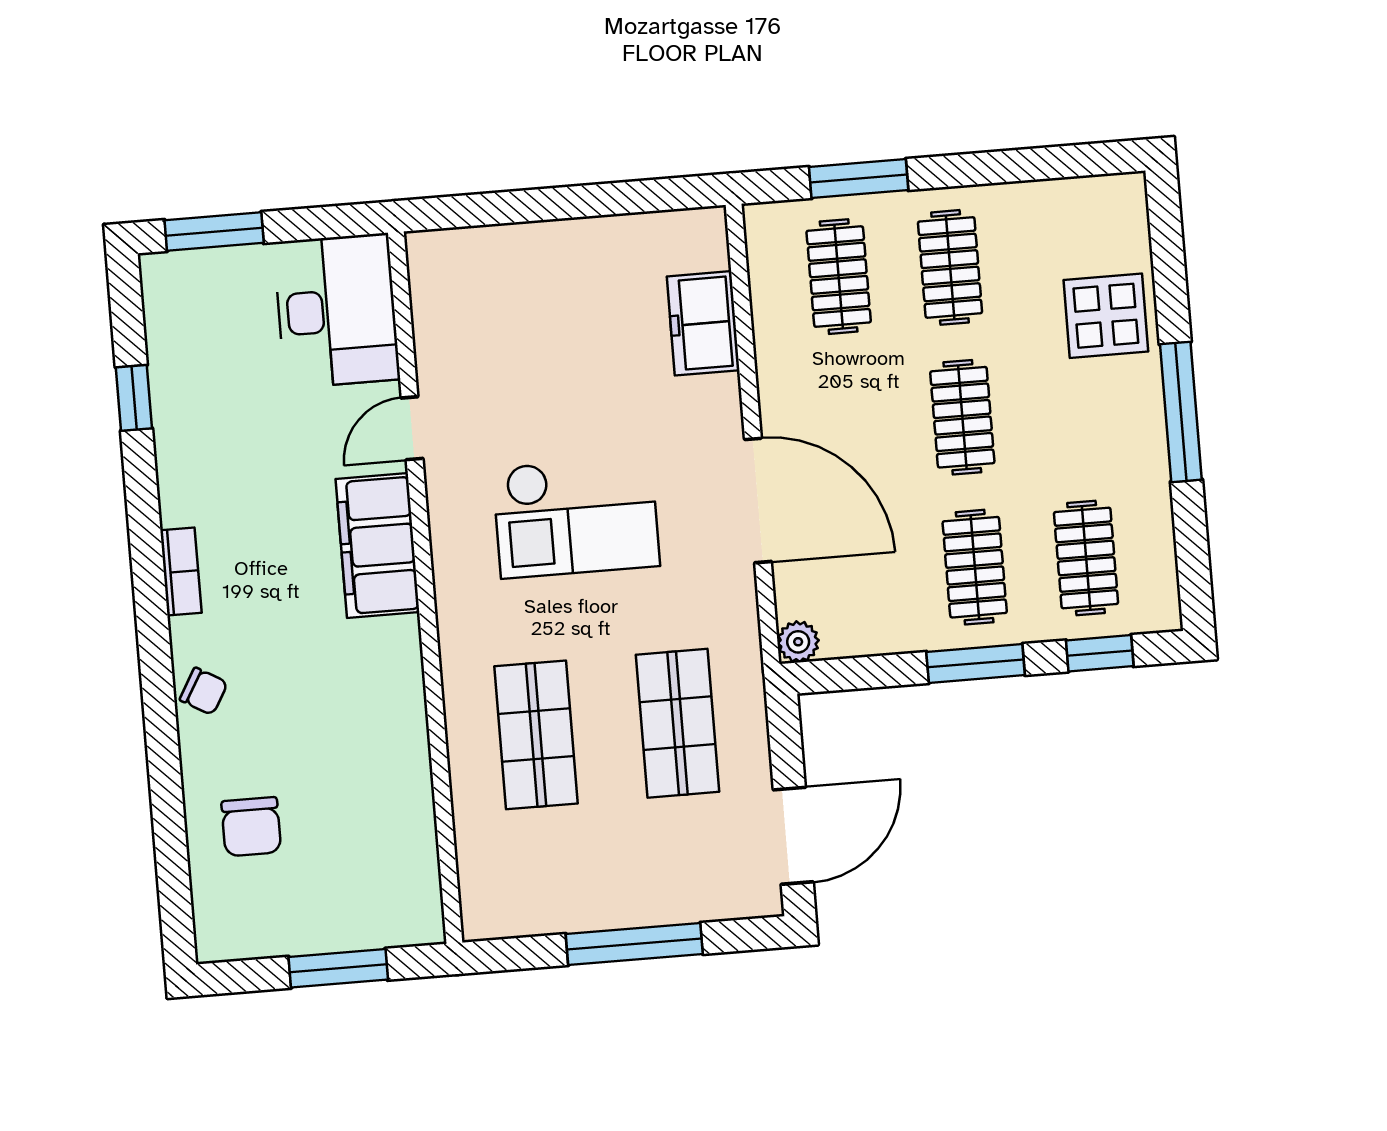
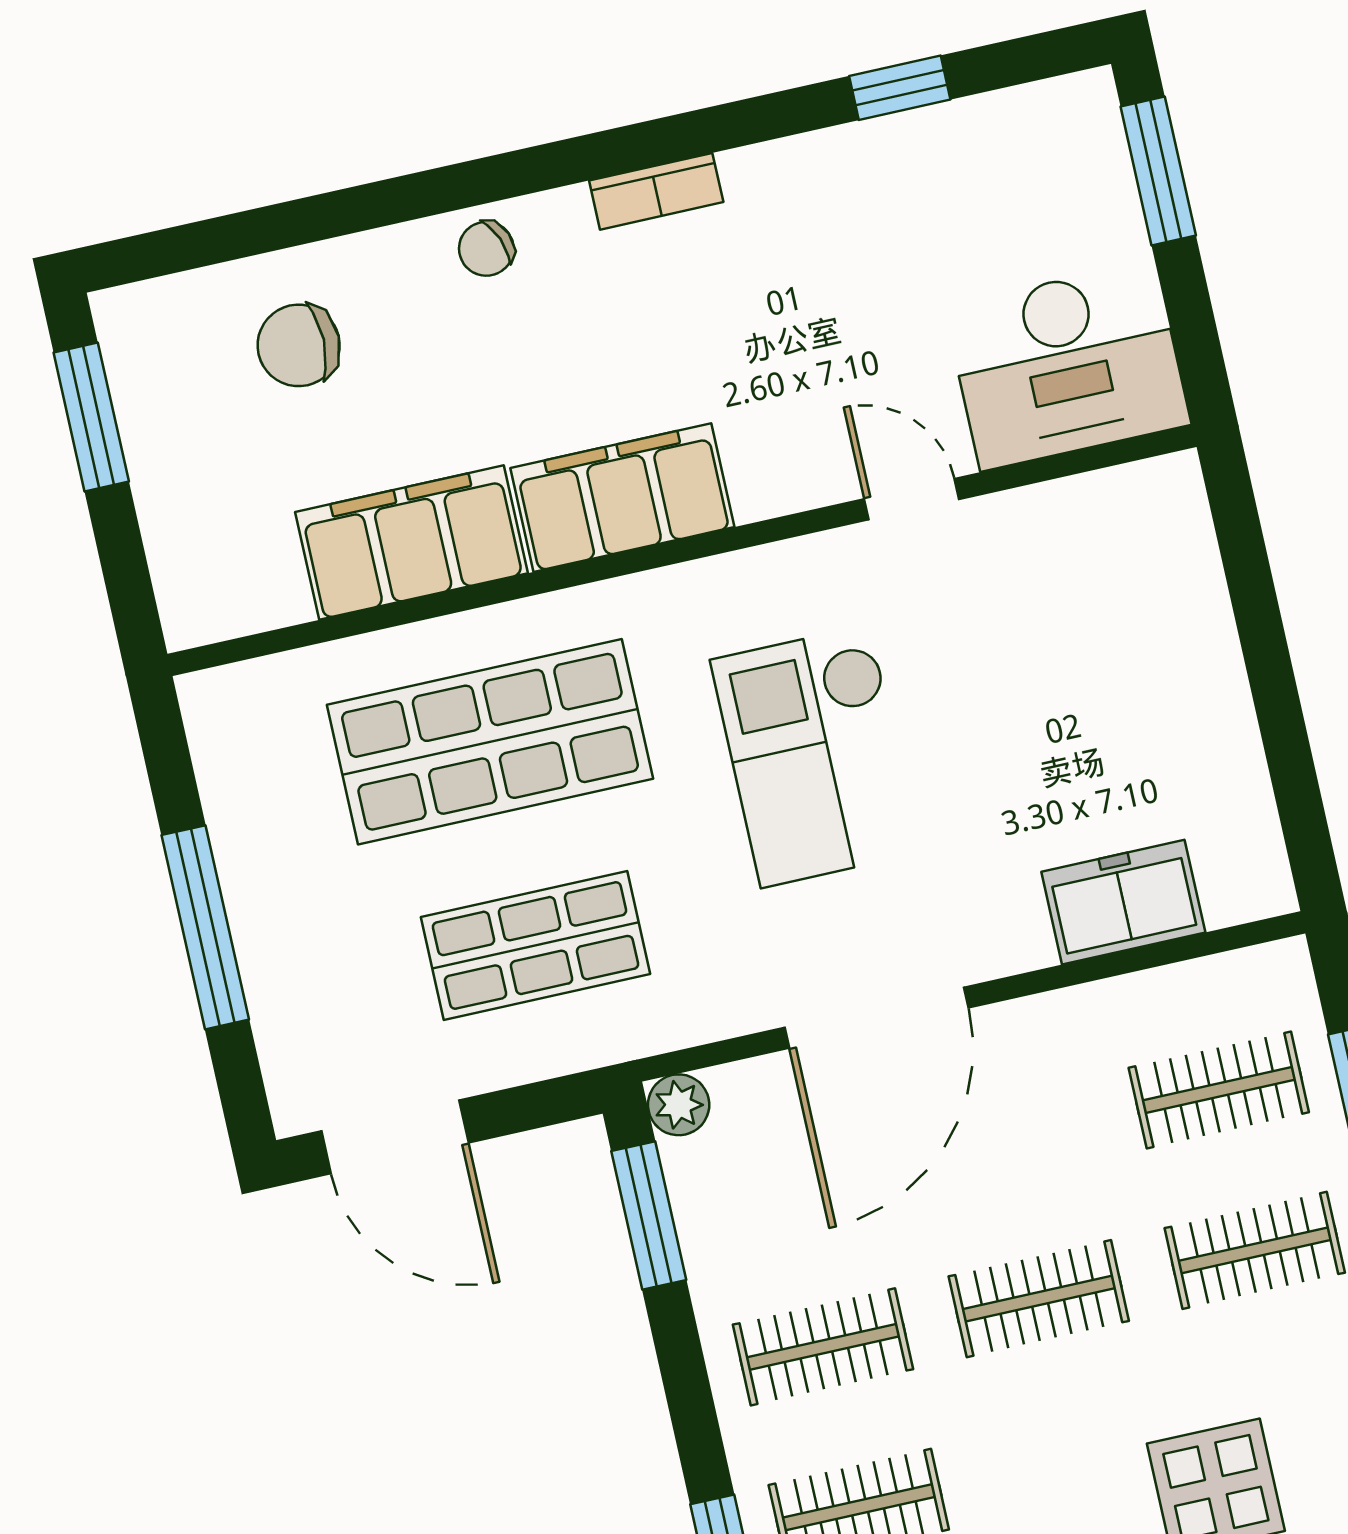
filing cabinet: (378, 546) -> (622, 498), moved
window: (976, 663) -> (649, 1215), moved
chair: (204, 691) -> (486, 249), turned 38
shop shelf: (536, 735) -> (490, 742), width x1.43, depth x1.36
filing cabinet: (395, 769) -> (411, 543), added
window: (338, 968) -> (91, 417), moved

